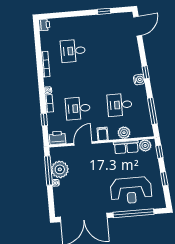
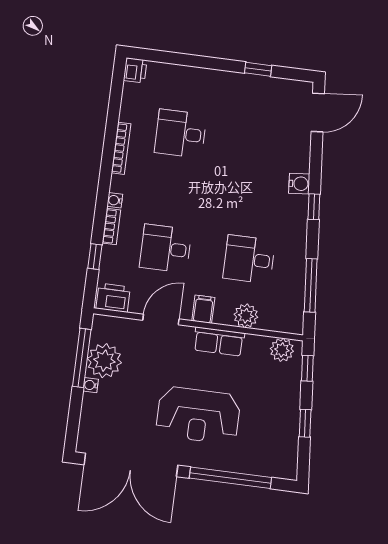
water cooler: (139, 80) -> (299, 184), moved
row of seats: (126, 147) -> (219, 342), moved
reception desk: (131, 190) -> (198, 415), moved

